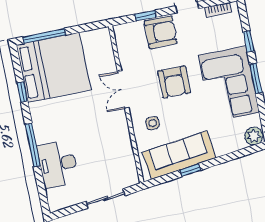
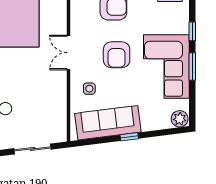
window: (190, 170) -> (129, 137), moved

